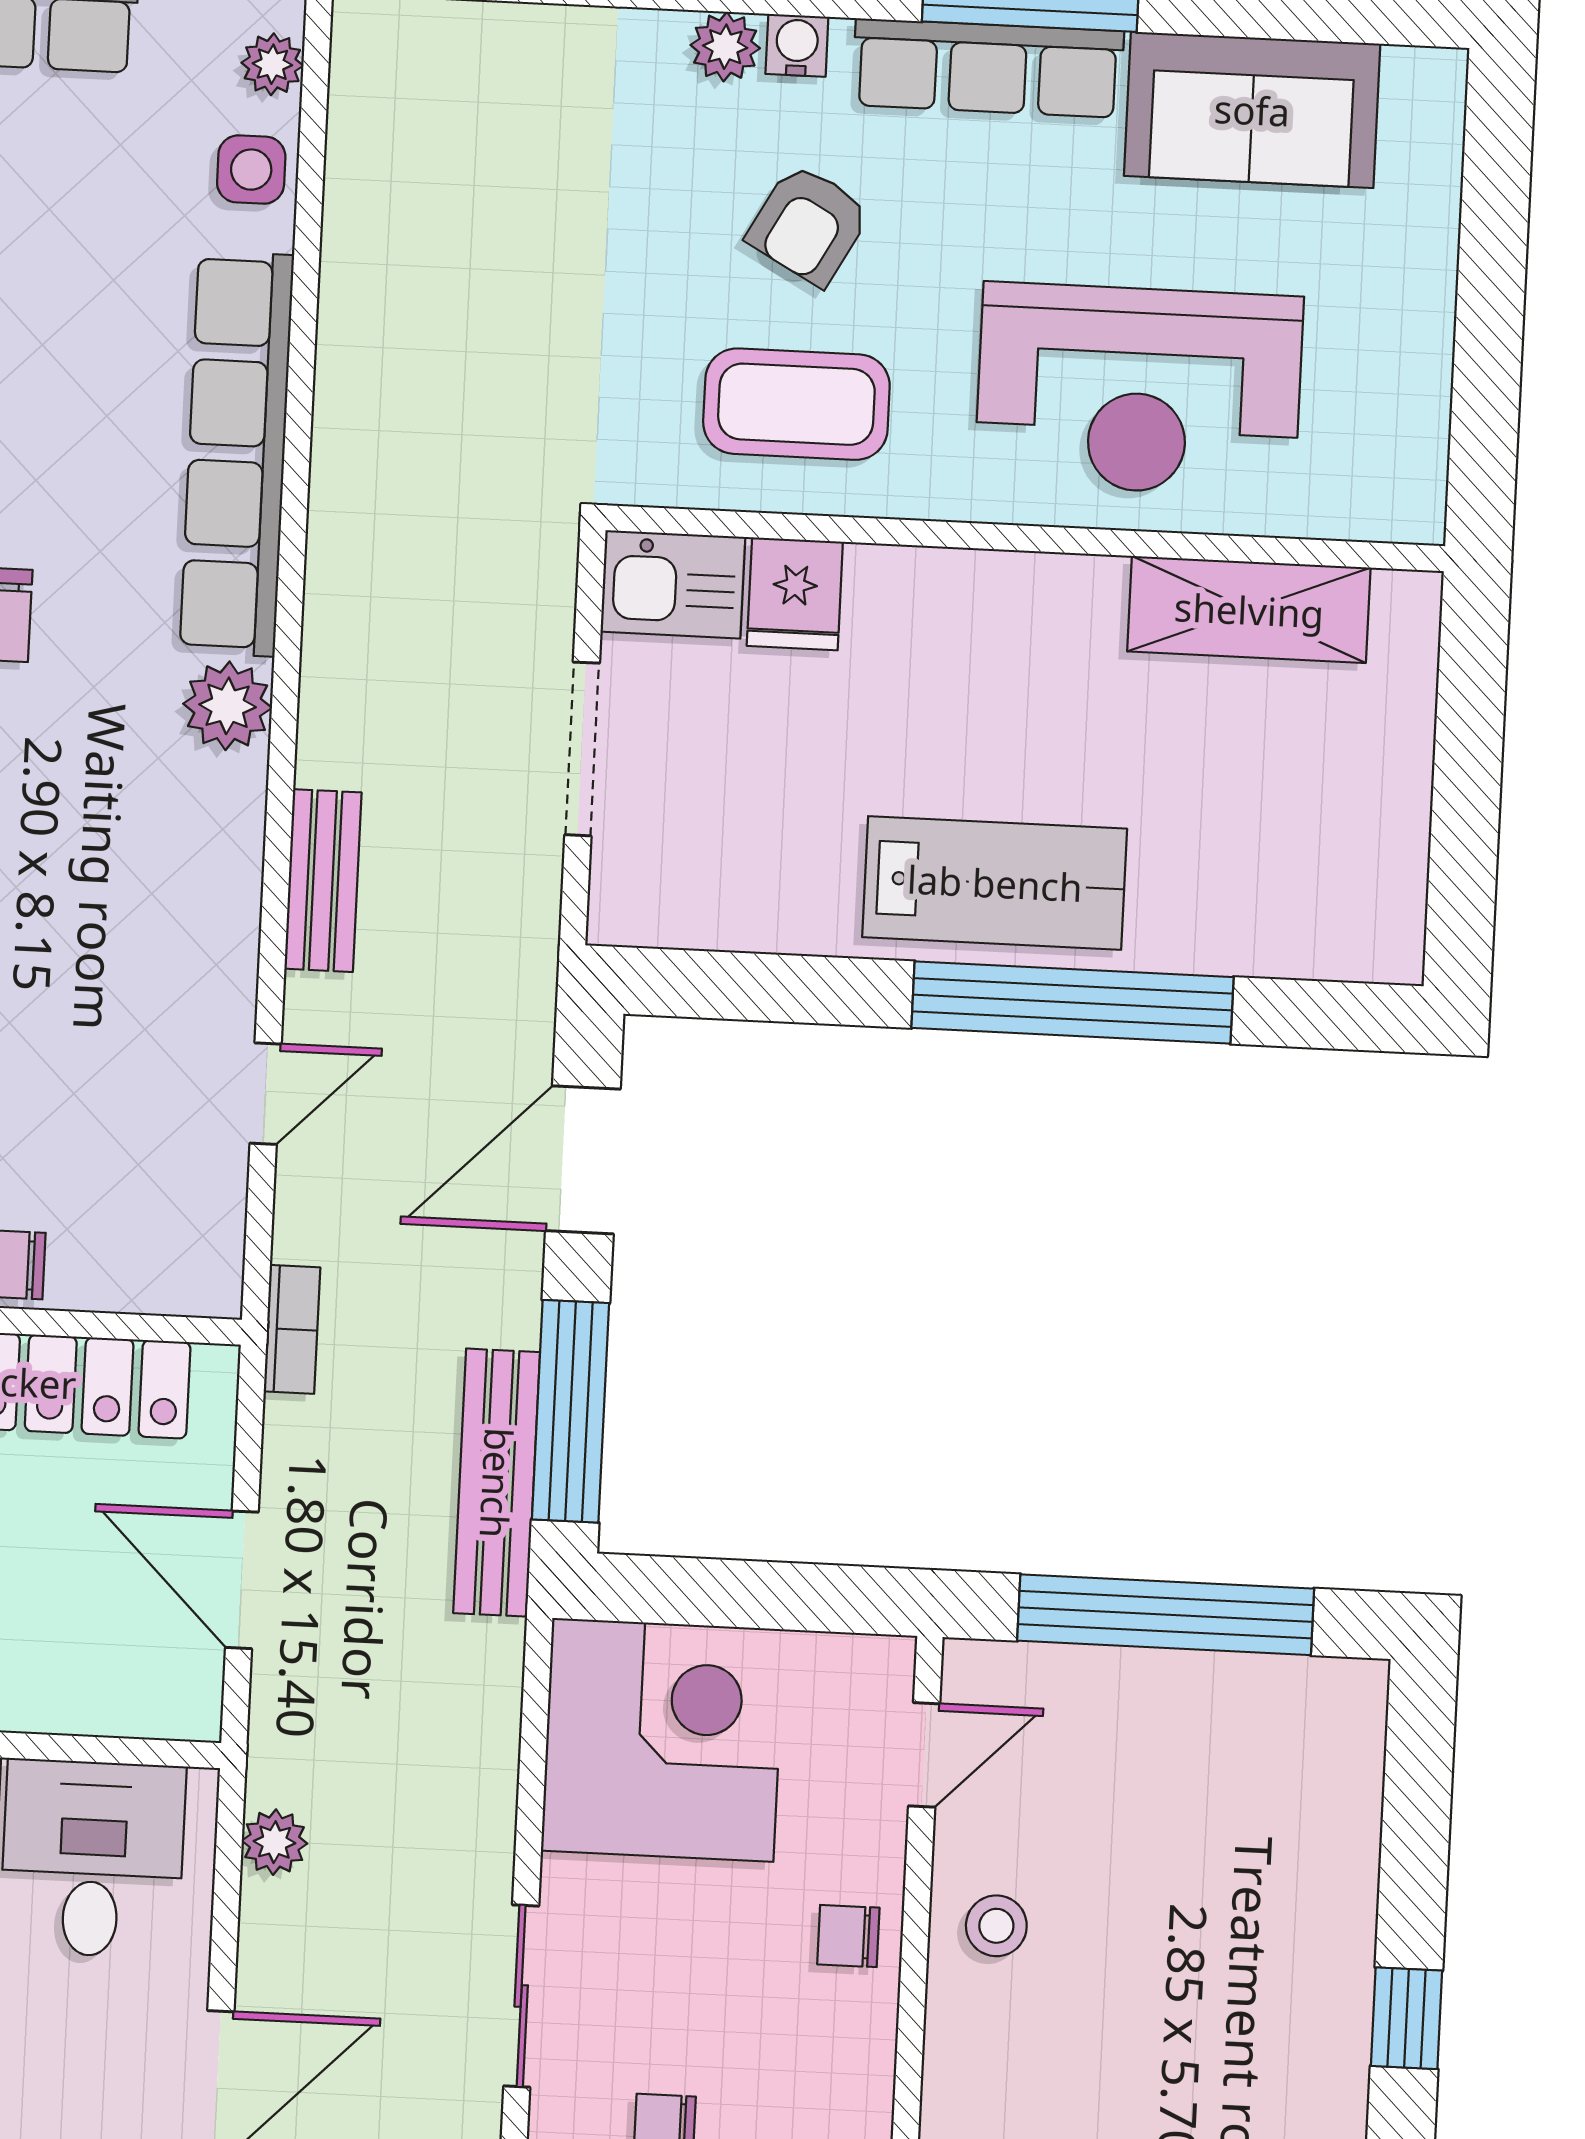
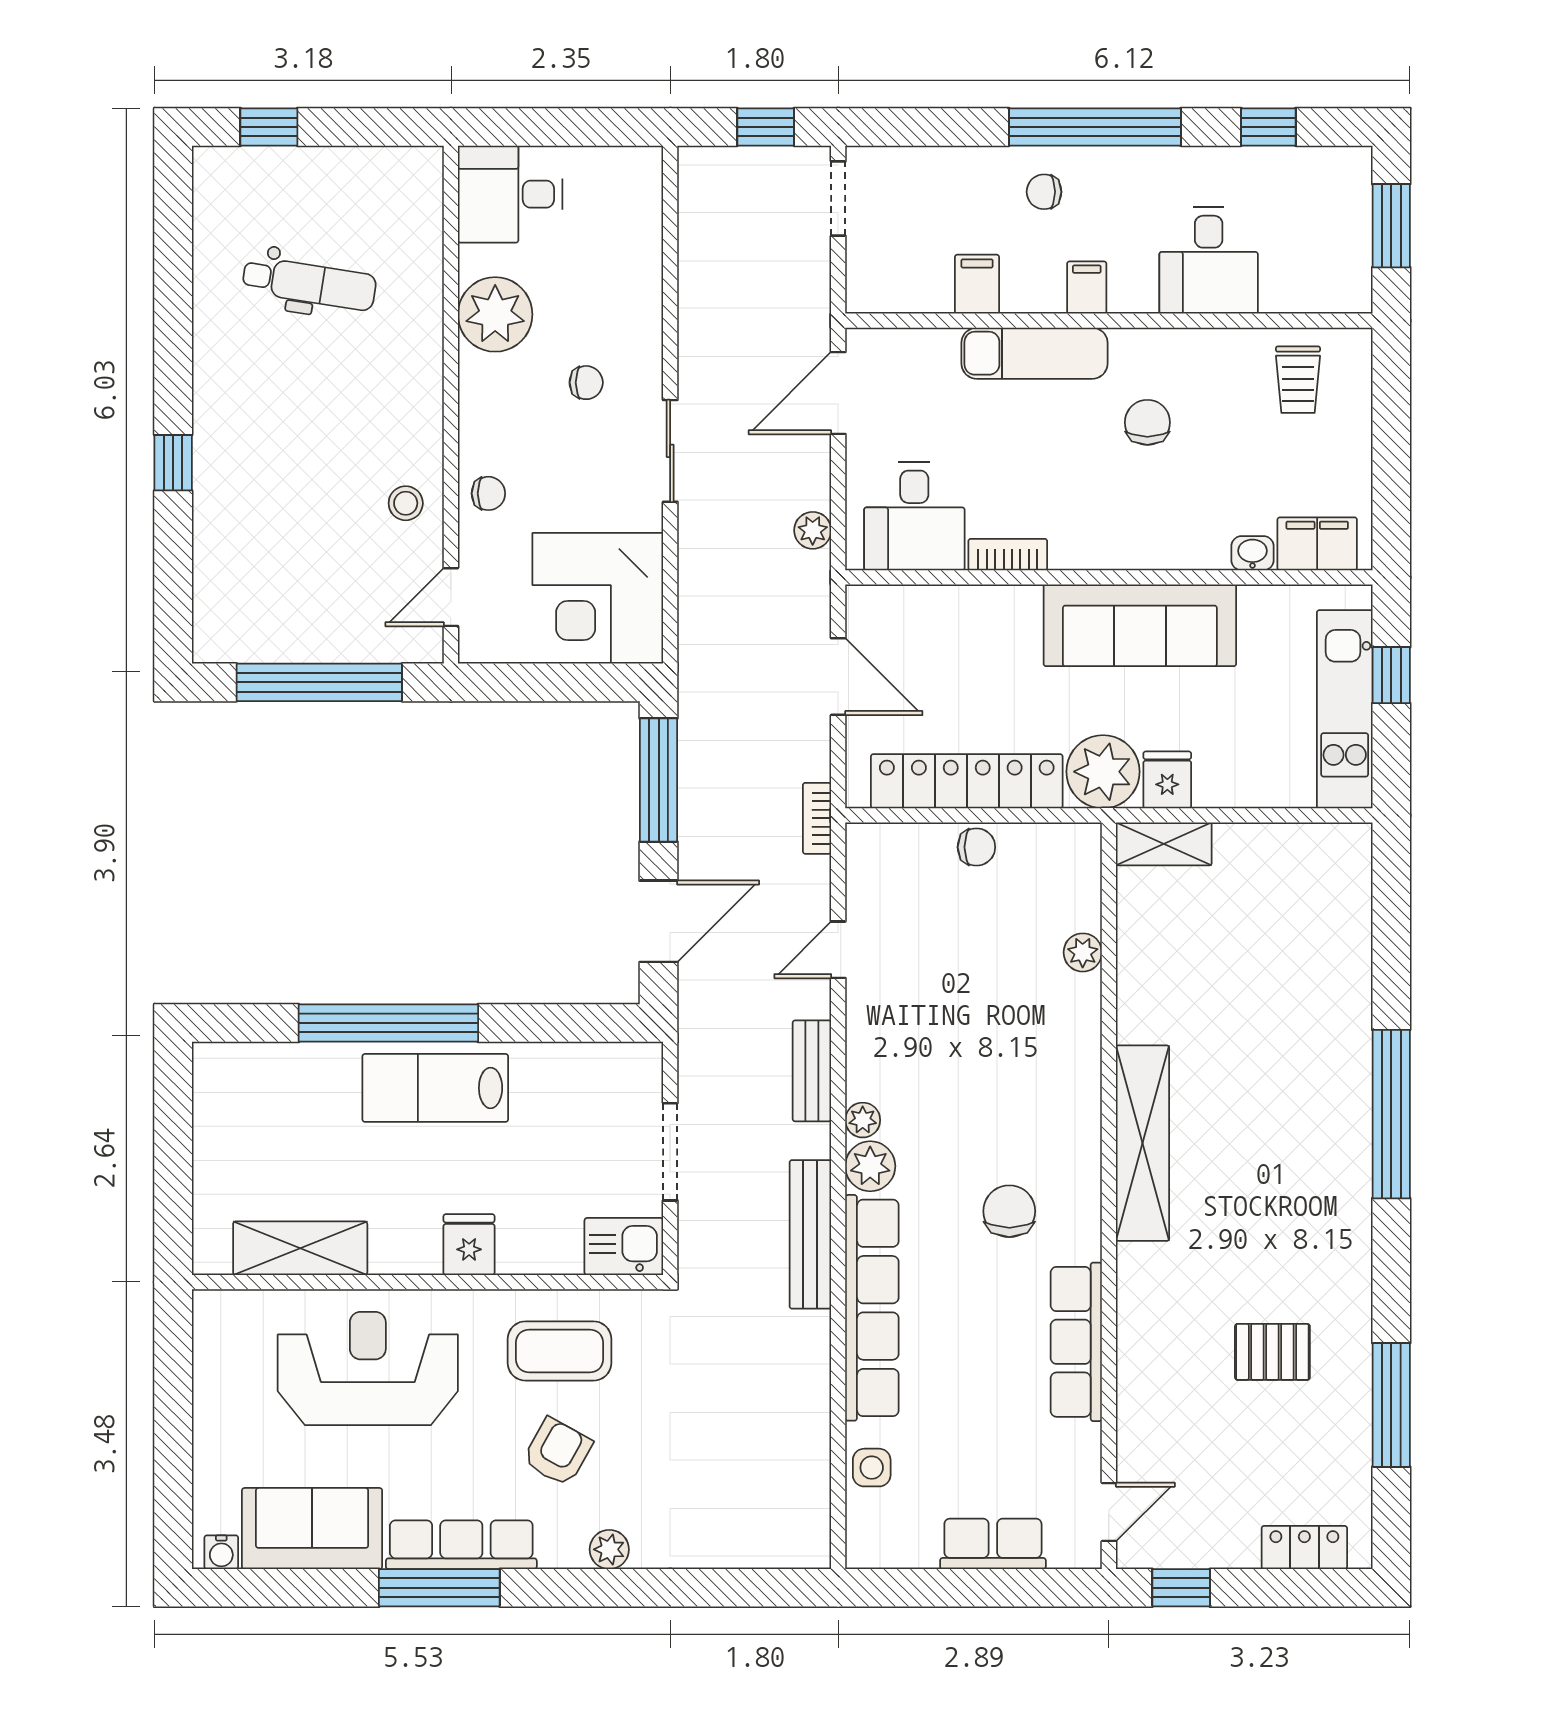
water cooler: (797, 45) -> (221, 1552), moved
plant: (272, 64) -> (863, 1120), moved
fridge: (795, 594) -> (469, 1245), moved
bench: (497, 1483) -> (810, 1234), moved

